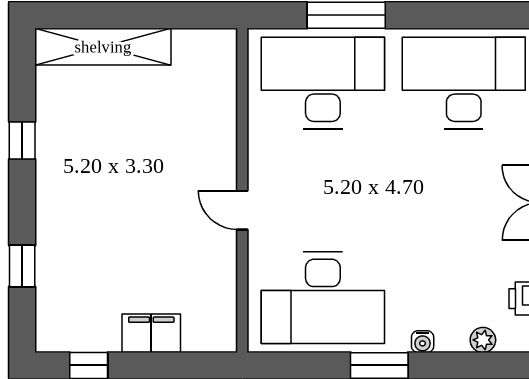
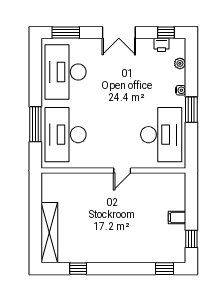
window: (22, 140) -> (78, 269), moved
window: (22, 266) -> (164, 269), moved
filing cabinet: (151, 333) -> (177, 218), width x0.50

